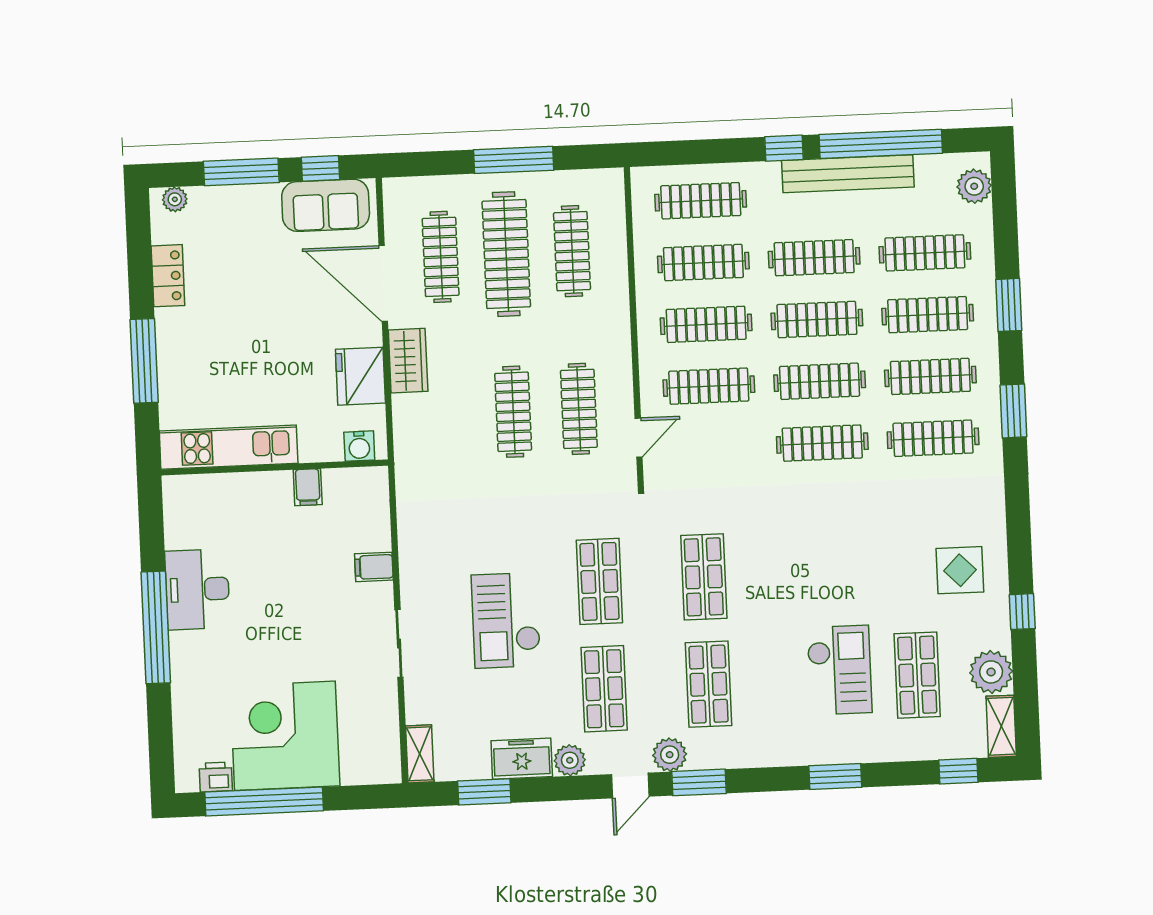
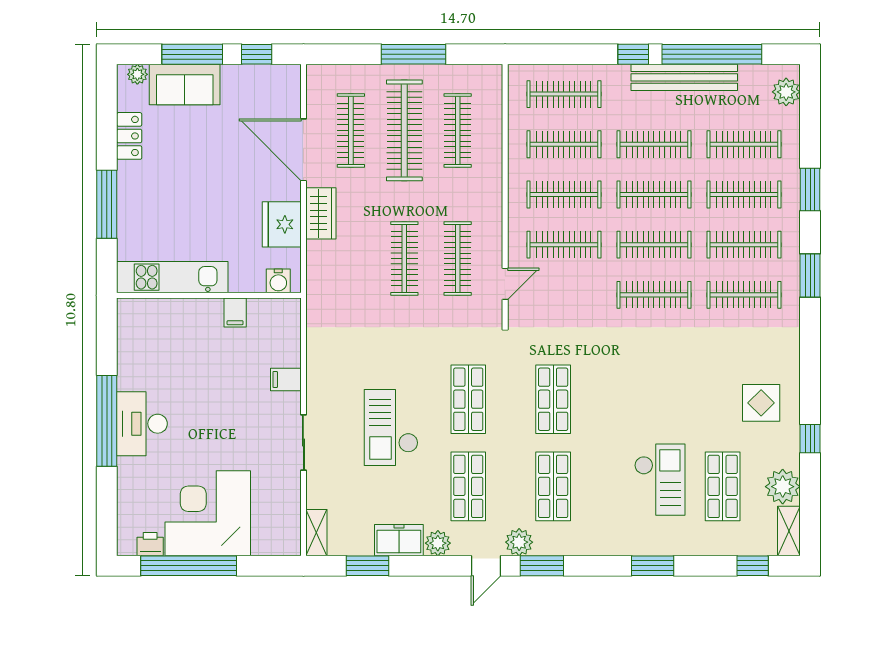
sofa: (326, 205) -> (185, 84), moved
desk: (197, 589) -> (142, 424), moved

